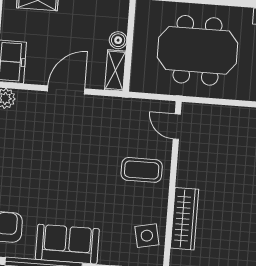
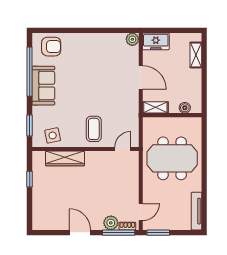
boiler: (118, 40) -> (185, 108), moved
meeting table: (197, 50) -> (172, 158), turned 90

